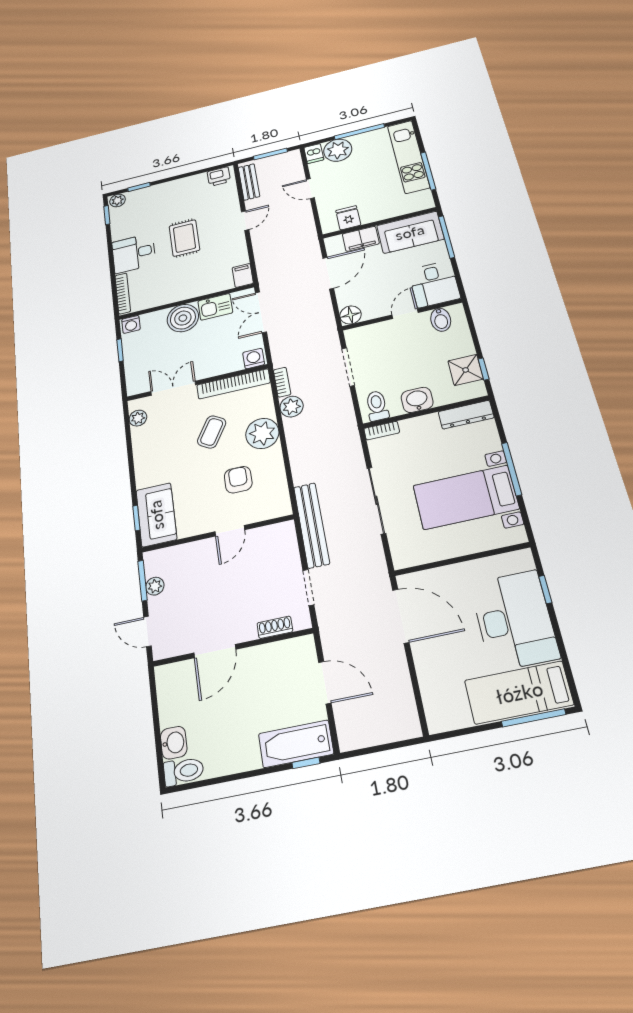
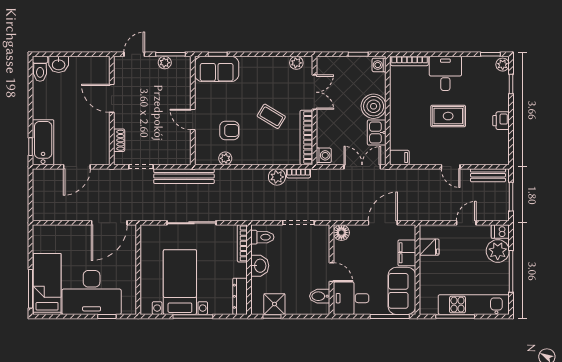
printer: (219, 177) -> (501, 121), moved
door: (328, 273) -> (383, 223), swing flipped
bookcase: (382, 431) -> (242, 243), width x1.56
plant: (262, 433) -> (225, 158), moved, width x0.53, depth x0.53

